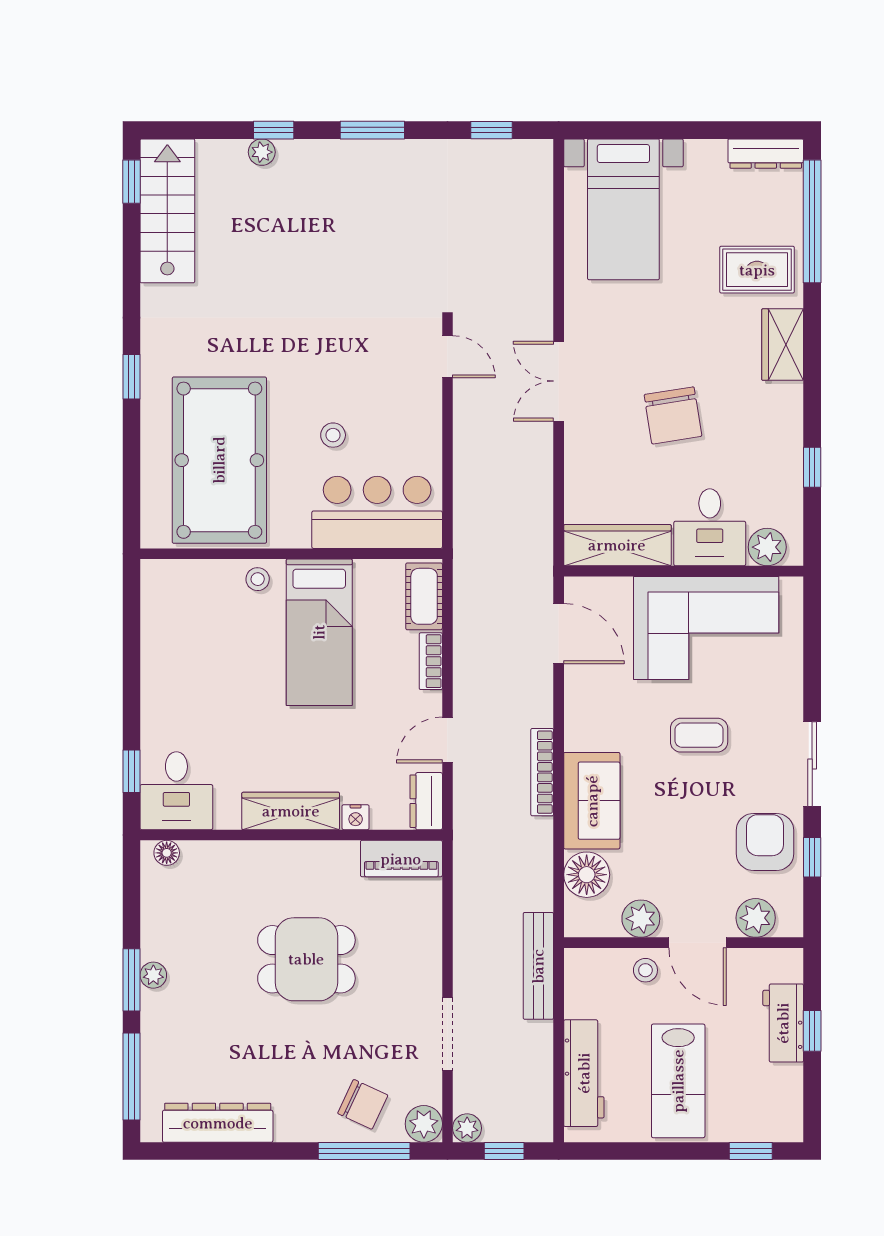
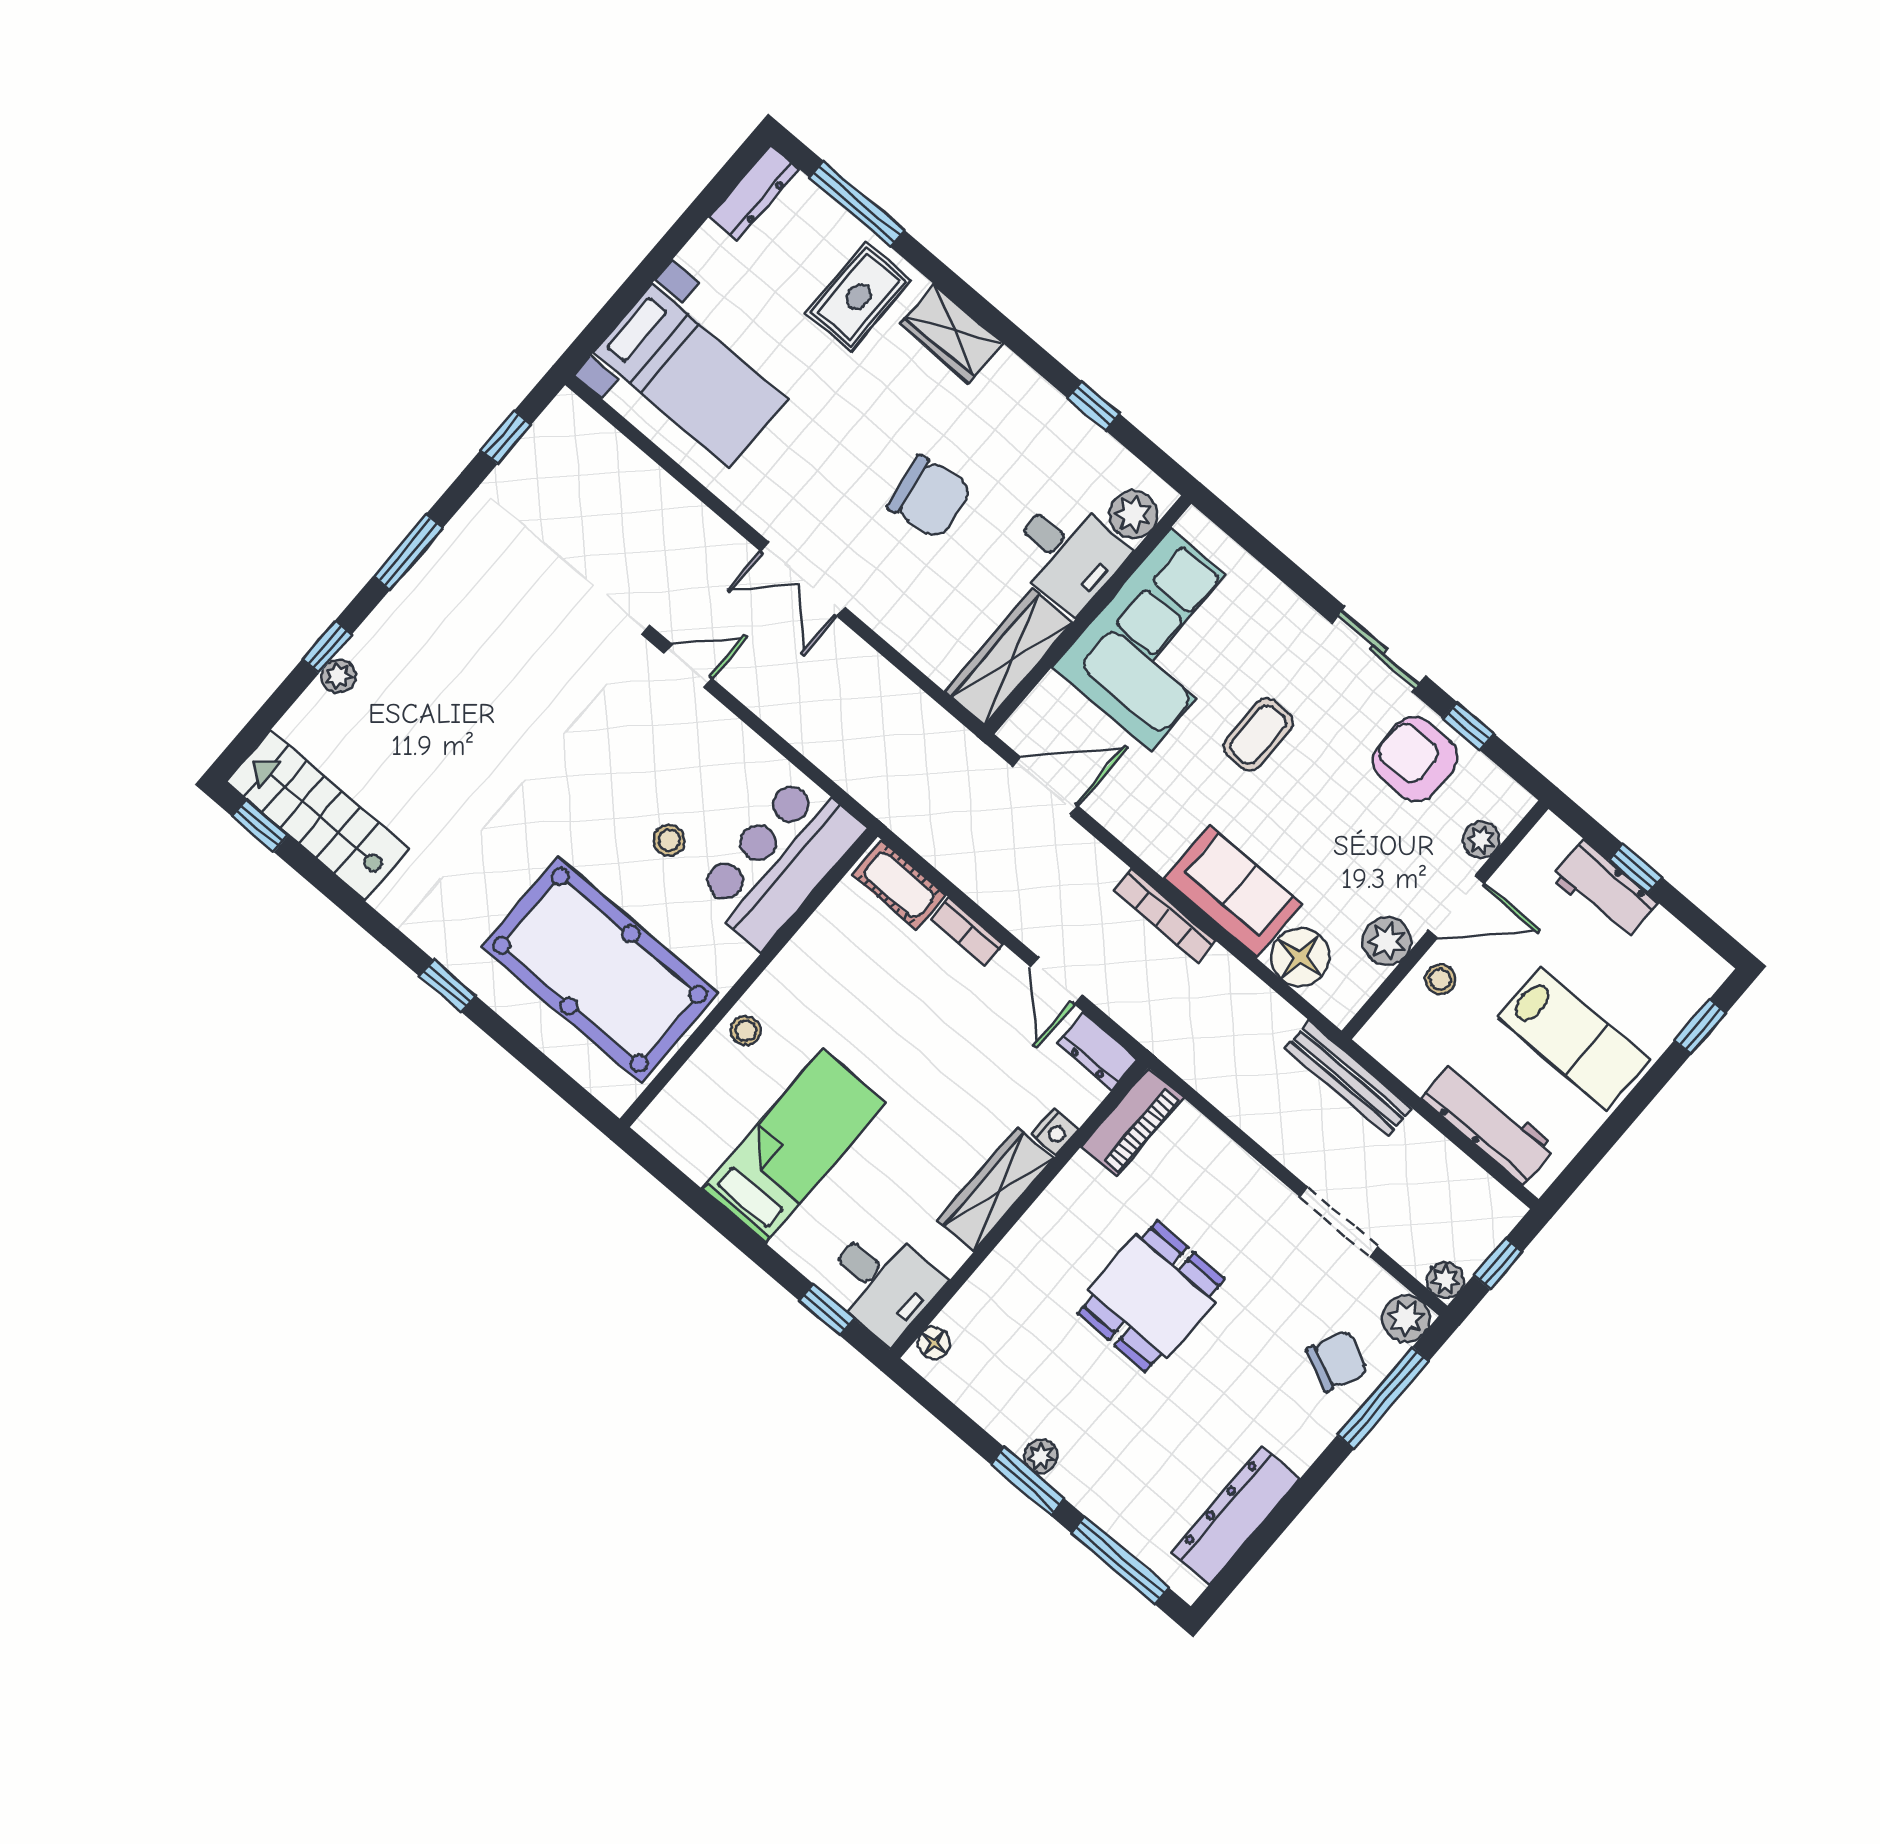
window: (812, 221) -> (857, 204), width x0.68
bed: (319, 632) -> (794, 1146), moved, turned -90
plant: (756, 918) -> (1481, 840), width x0.73, depth x0.73

